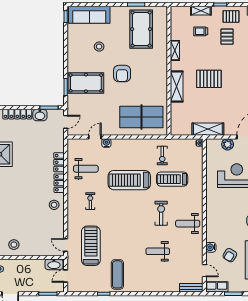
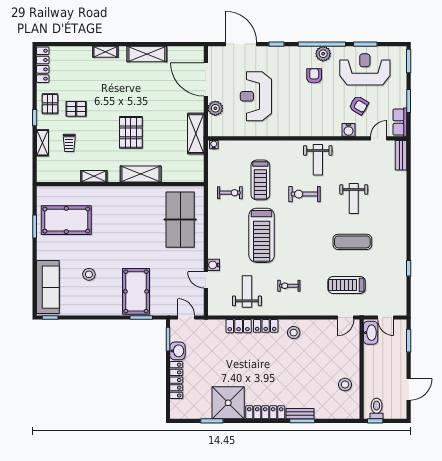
armchair: (122, 74) -> (124, 245), removed
treadmill: (91, 246) -> (347, 285), width x0.73, depth x0.73
exercise mat: (117, 274) -> (352, 242), moved

